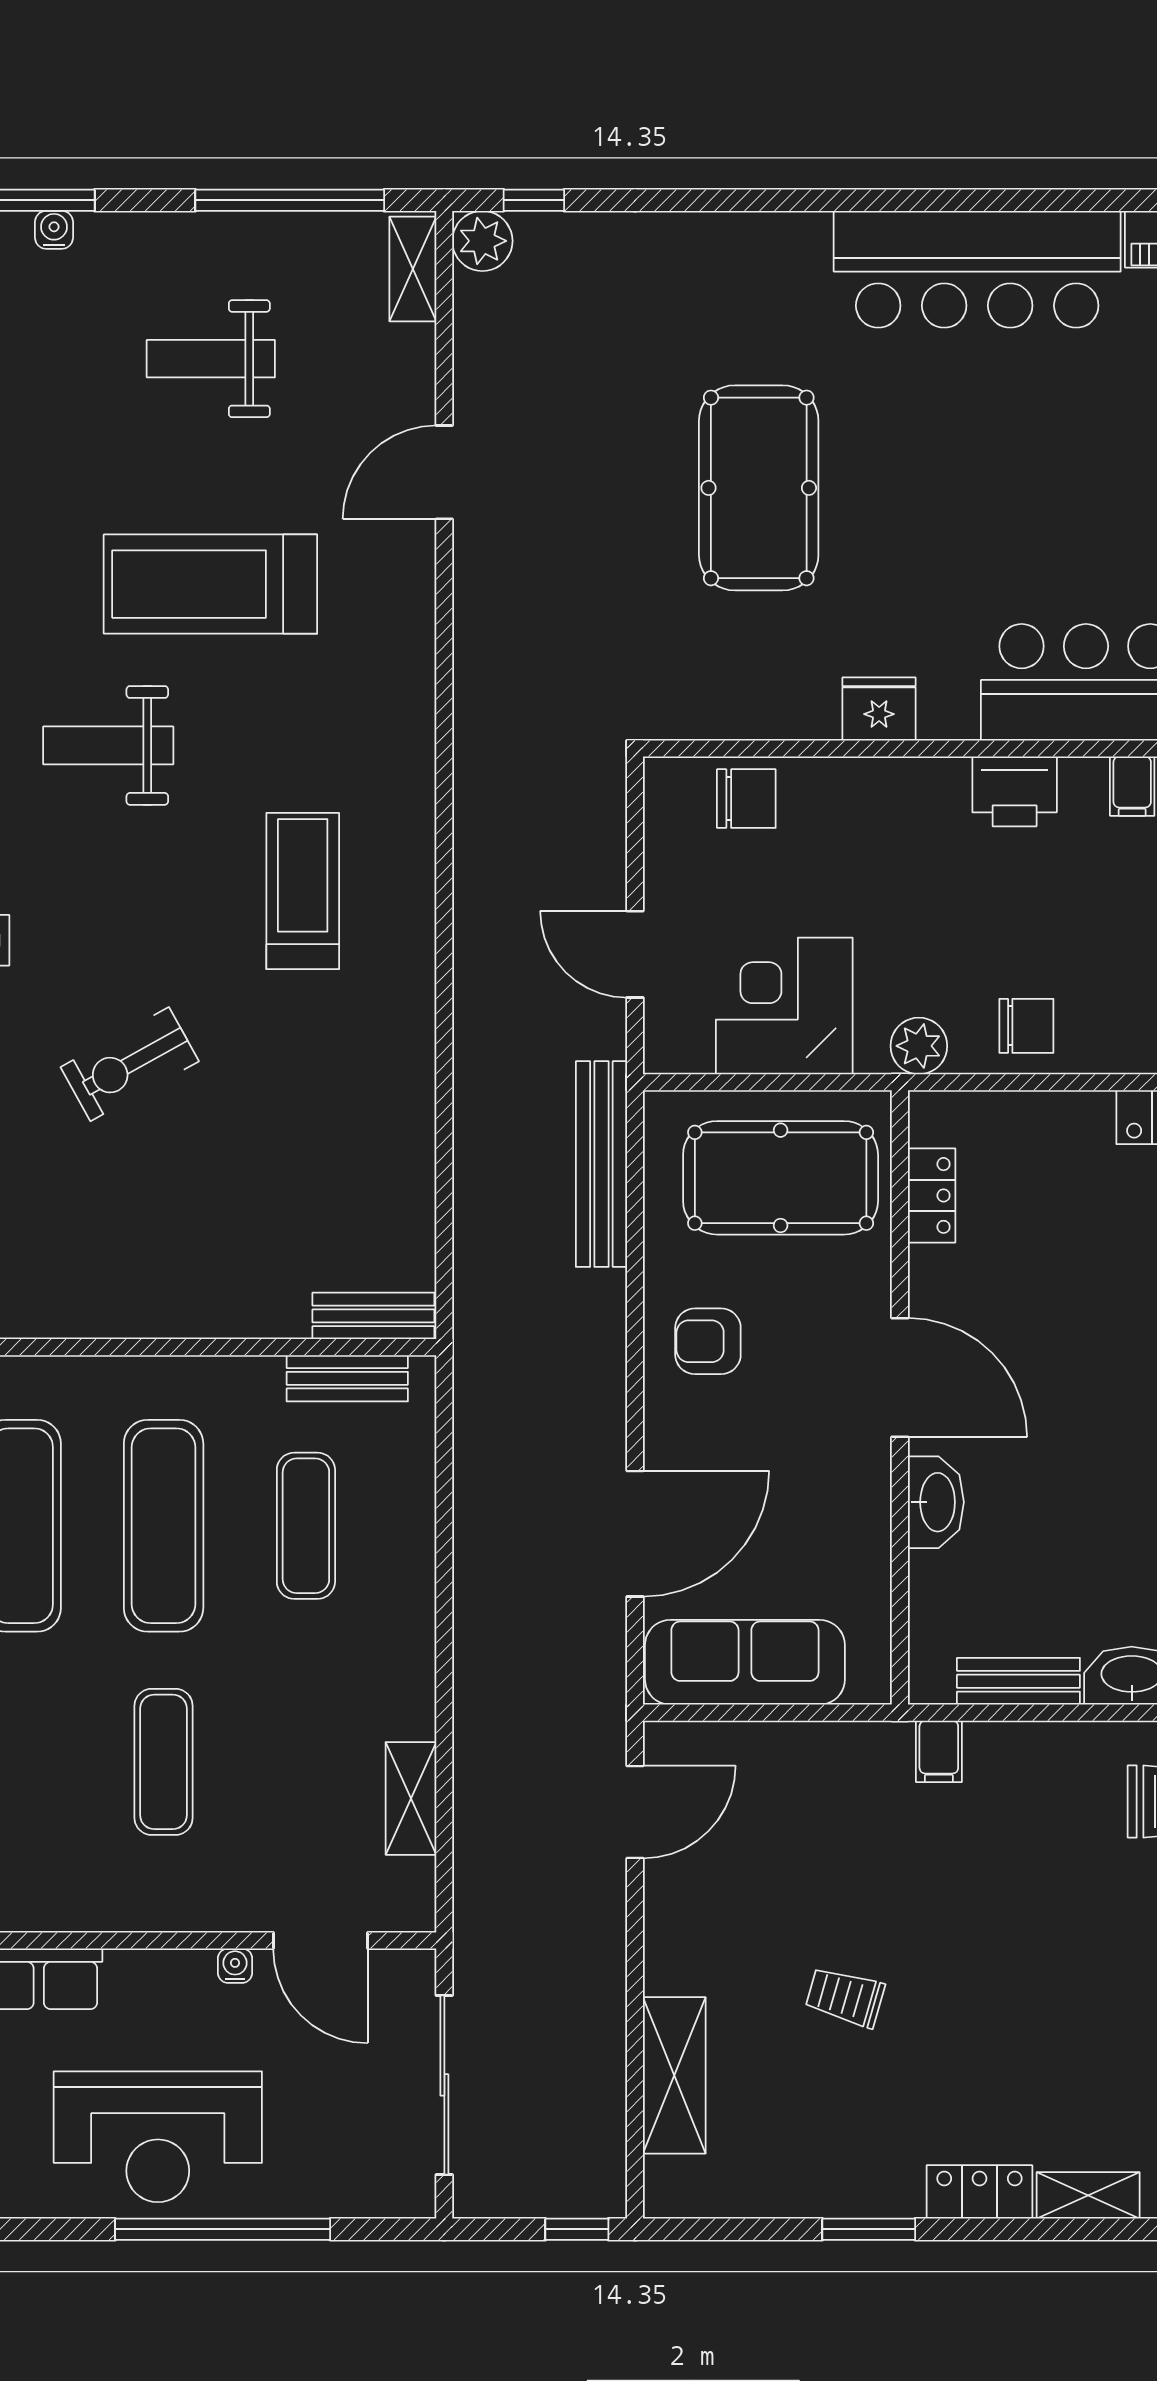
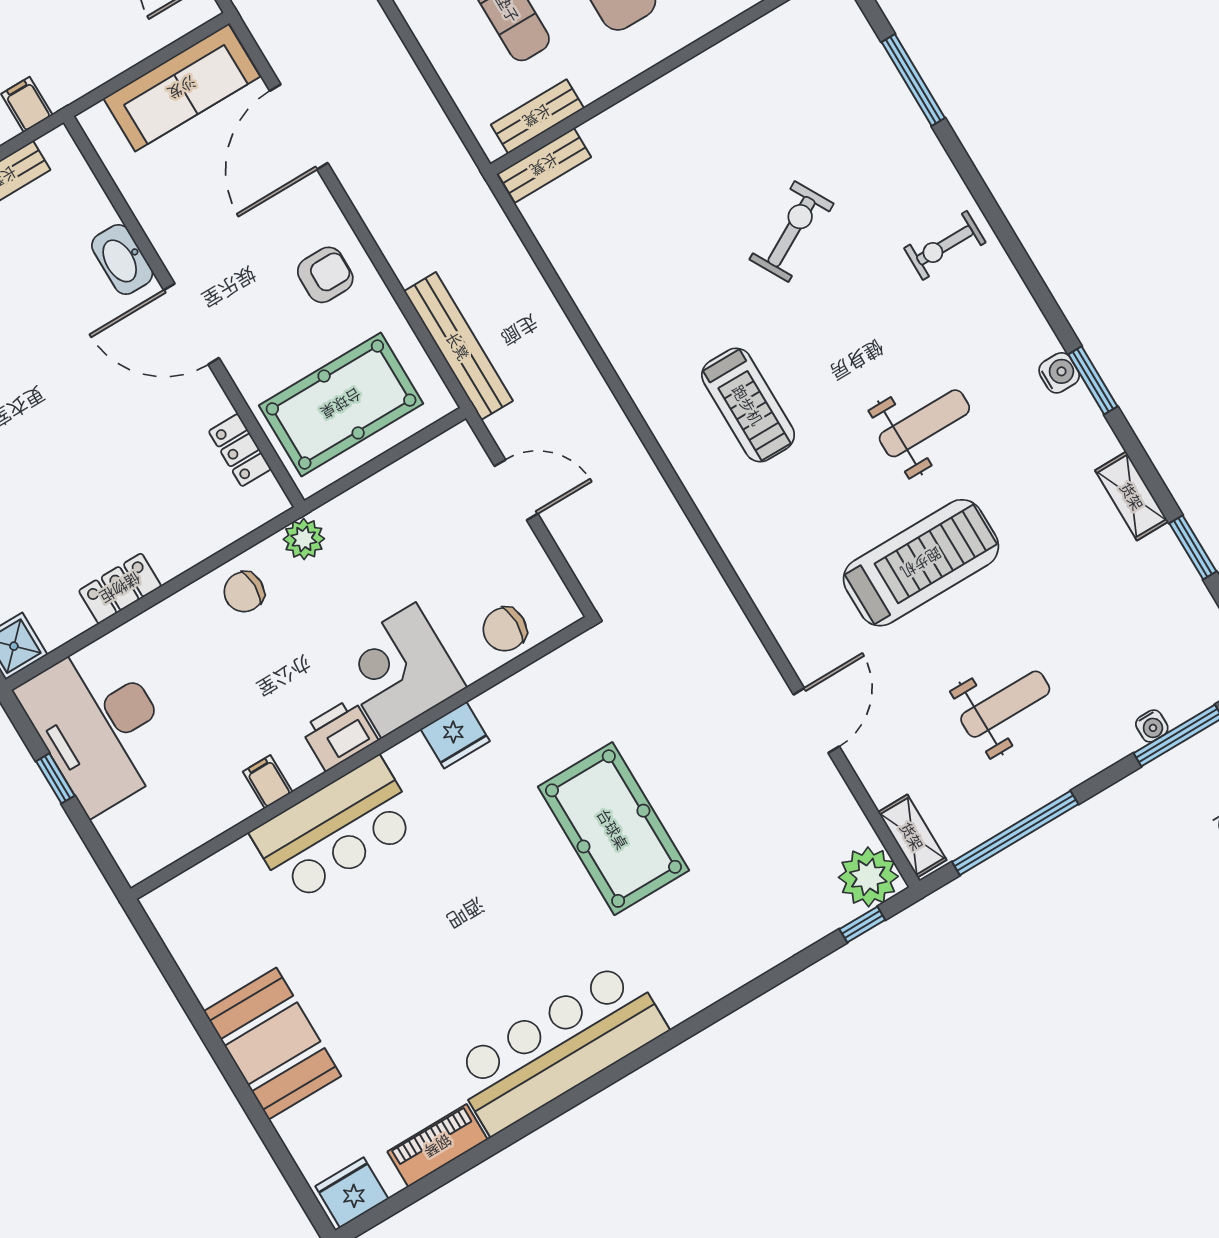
plant: (482, 241) -> (868, 877), width x1.36, depth x1.36
corner desk: (784, 1006) -> (399, 670), moved, turned 180

